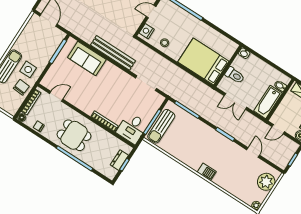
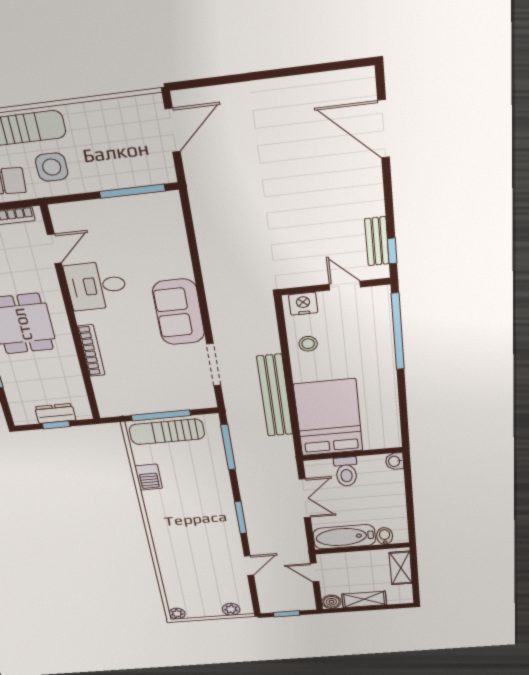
bench: (113, 53) -> (275, 396), moved
sofa: (87, 58) -> (179, 312), moved
door: (56, 96) -> (54, 249), hinge flipped
double door: (235, 101) -> (305, 498), swing flipped
desk: (132, 128) -> (96, 286), moved
barbecue: (207, 172) -> (149, 477), moved
plant: (266, 182) -> (231, 609), width x0.53, depth x0.53

